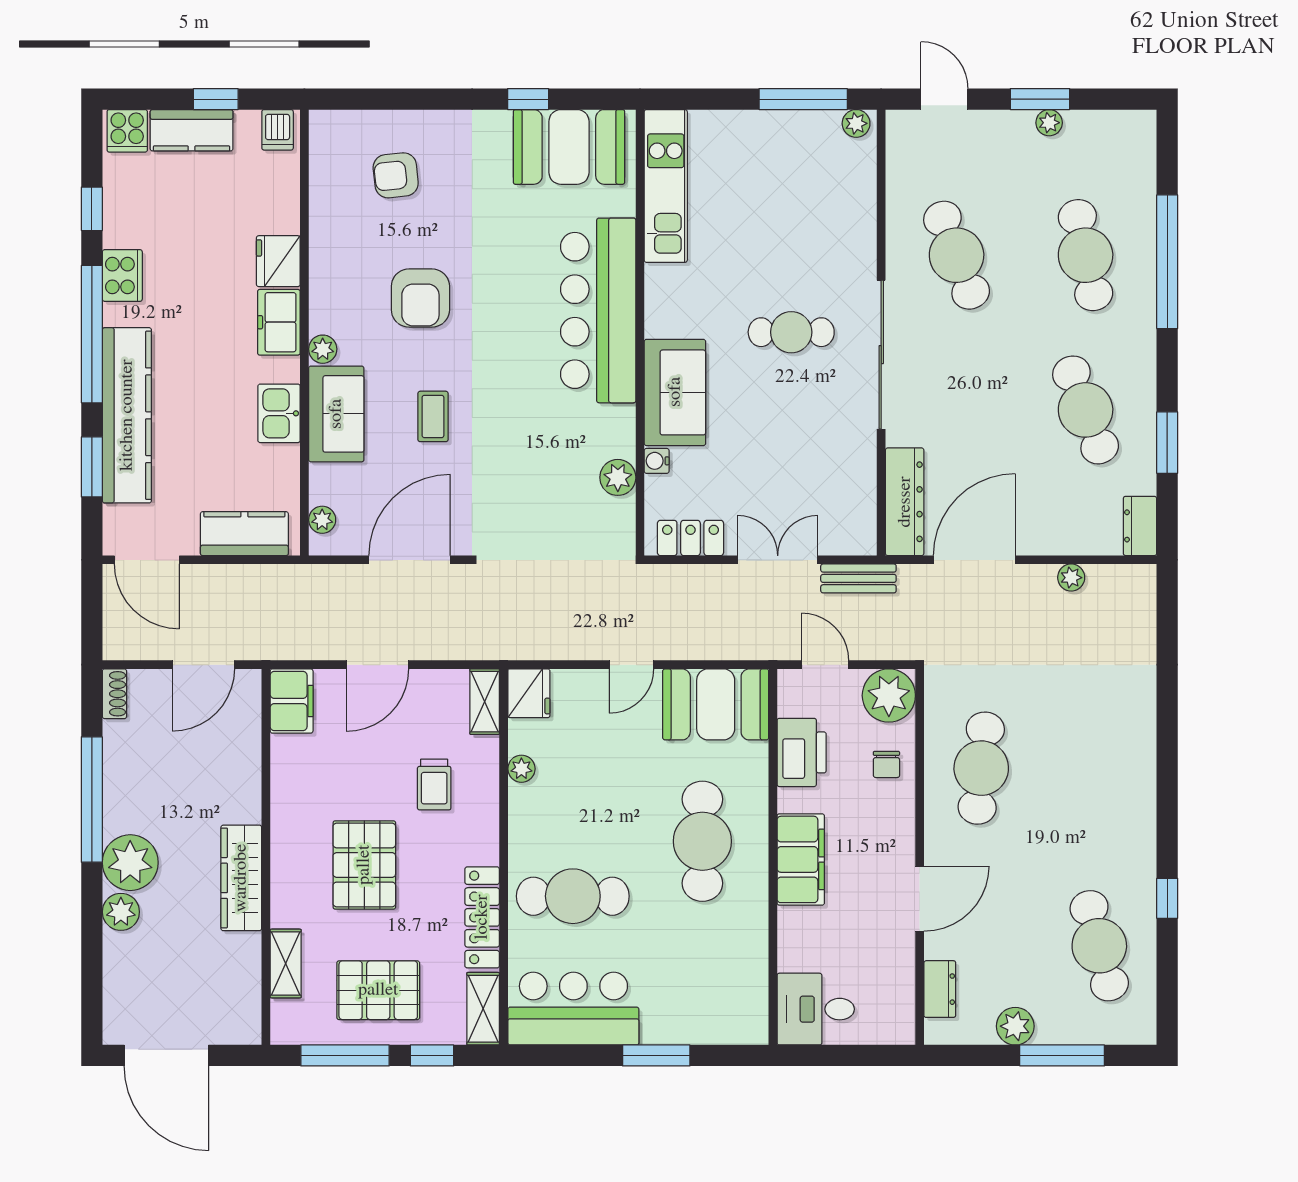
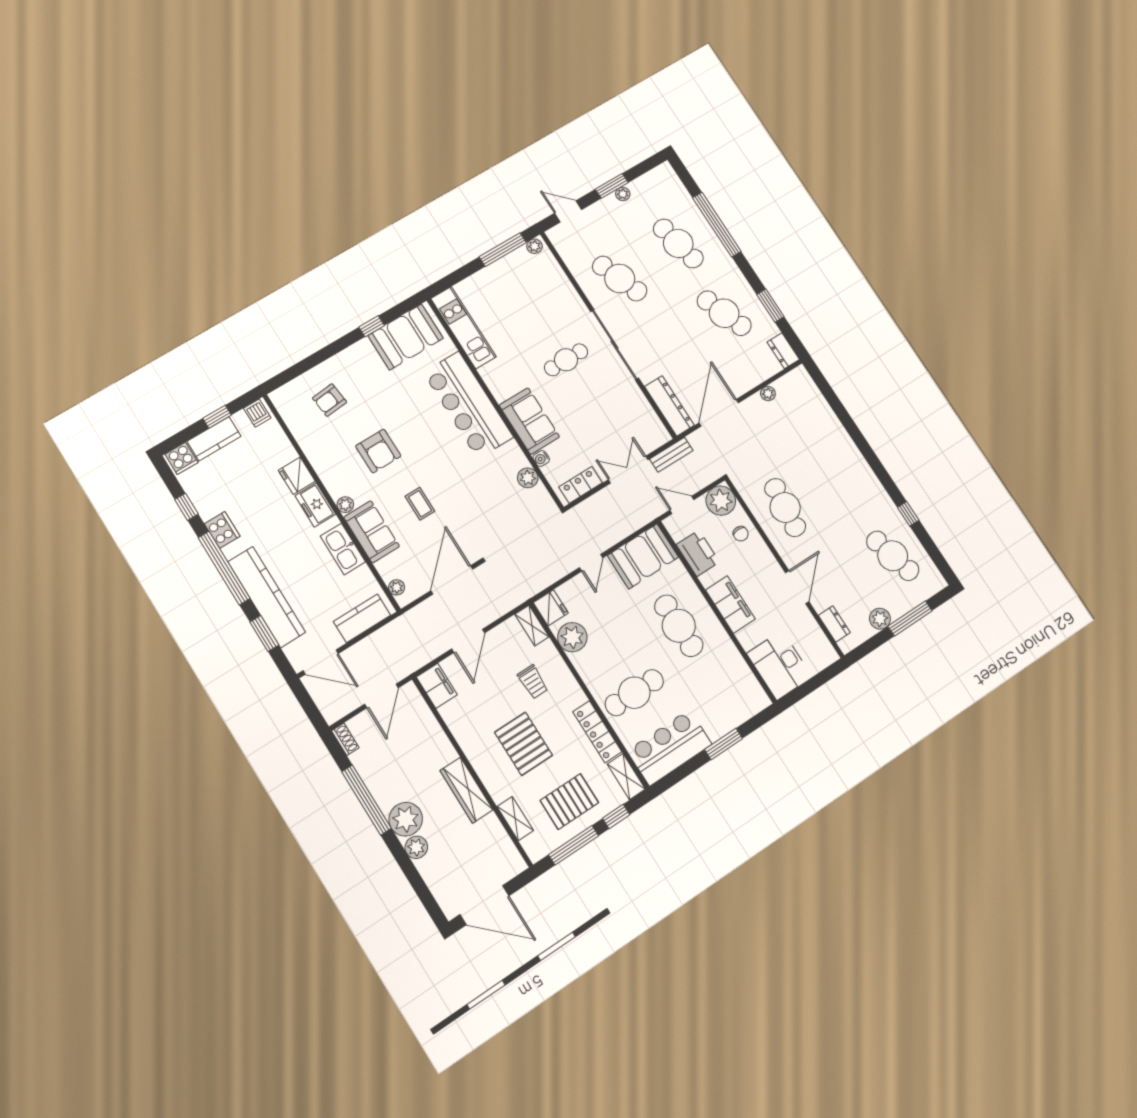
kitchen sink: (279, 413) -> (343, 549), width x1.38
plant: (521, 769) -> (572, 637), width x1.88, depth x1.88
desk: (816, 1009) -> (779, 665), width x1.37

